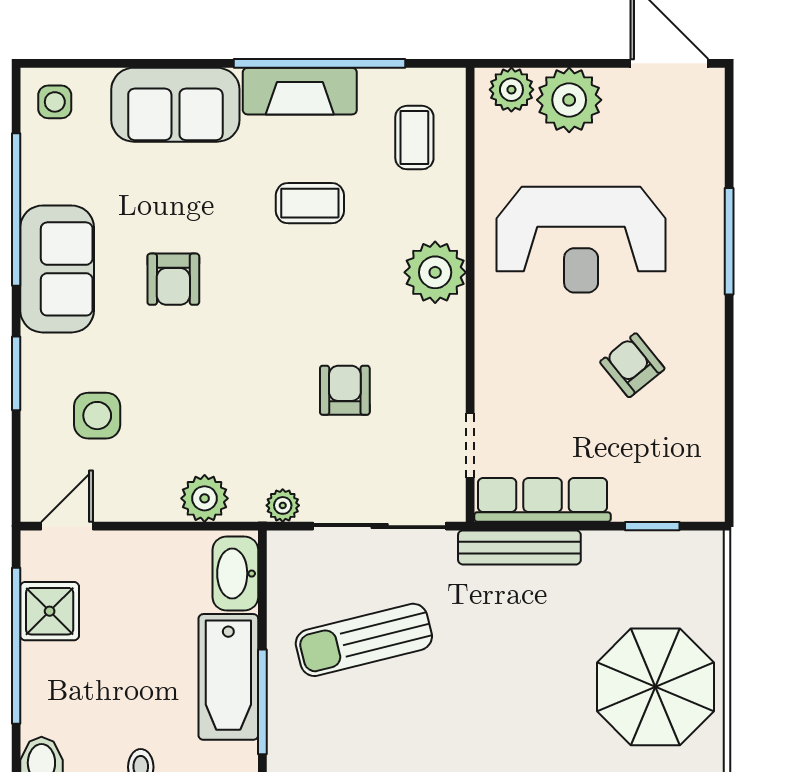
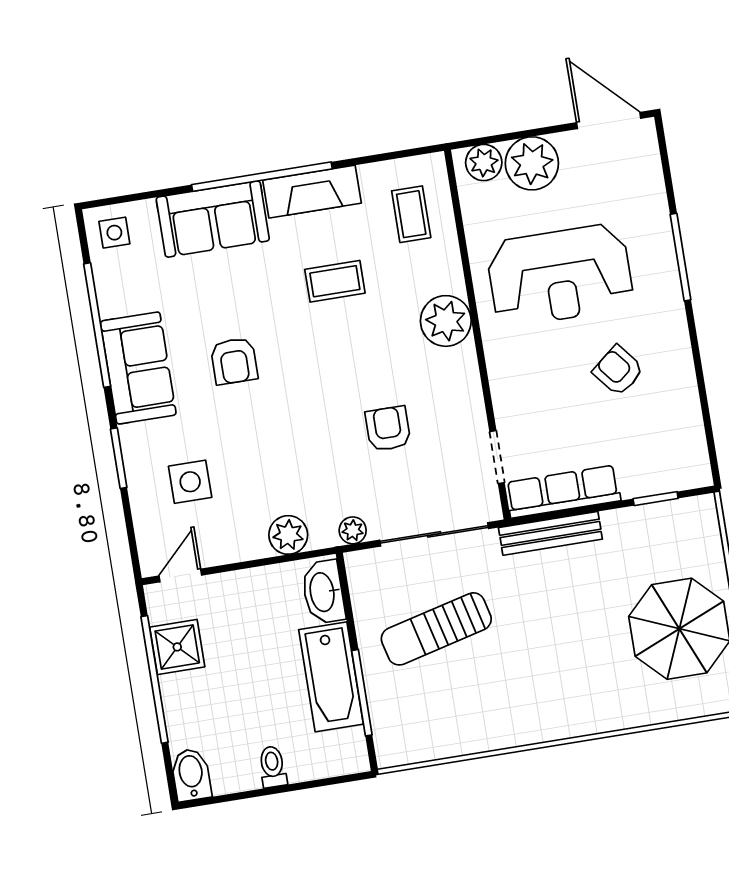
window: (320, 63) -> (262, 177), moved

